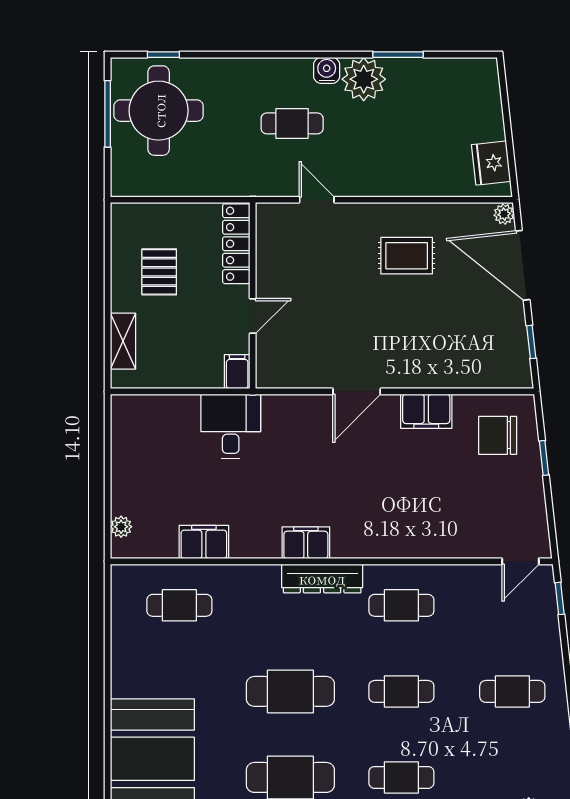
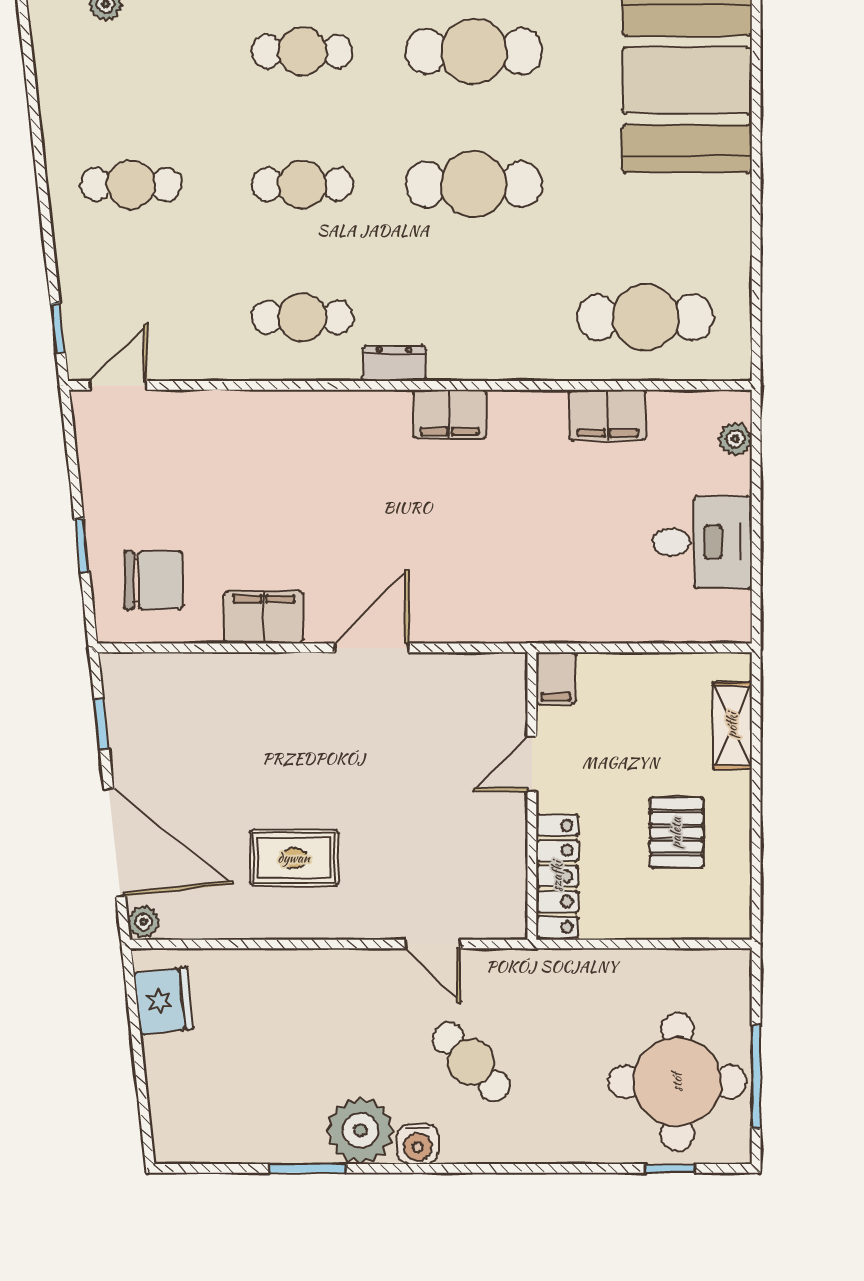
cafe table: (292, 123) -> (471, 1062), turned 46
desk: (231, 426) -> (702, 542), moved, turned -90
dresser: (322, 578) -> (394, 363), width x0.51, depth x0.80
cafe table: (179, 605) -> (645, 317), width x1.37, depth x1.35

